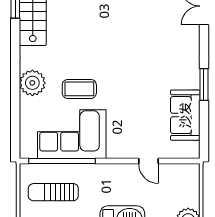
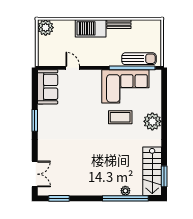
sofa: (185, 115) -> (48, 87), moved
sun lounger: (53, 192) -> (139, 59), moved

